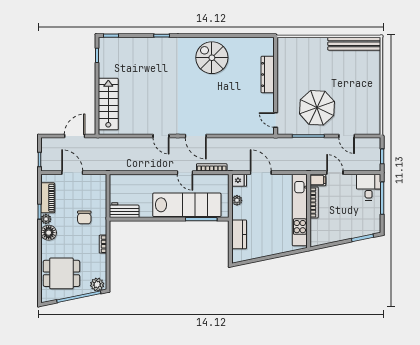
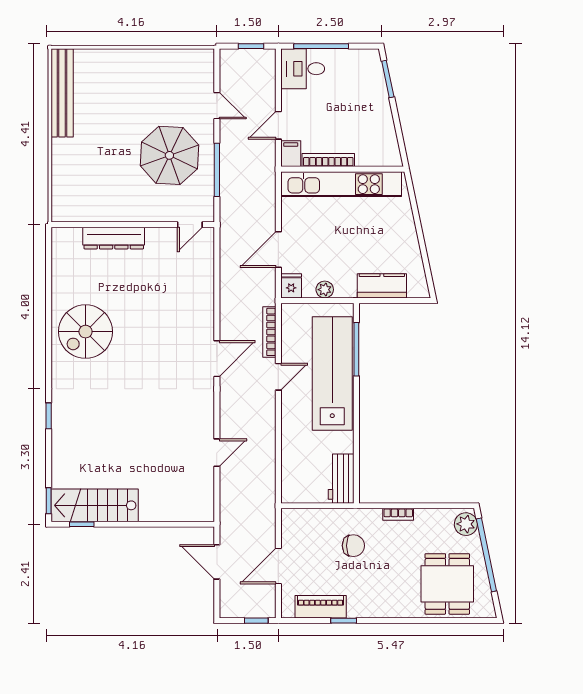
stairs: (108, 104) -> (95, 505), moved
door: (161, 136) -> (217, 453), moved
door: (347, 136) -> (217, 106), hinge flipped
plant: (46, 219) -> (356, 610), removed
floor lamp: (49, 233) -> (379, 605), removed

